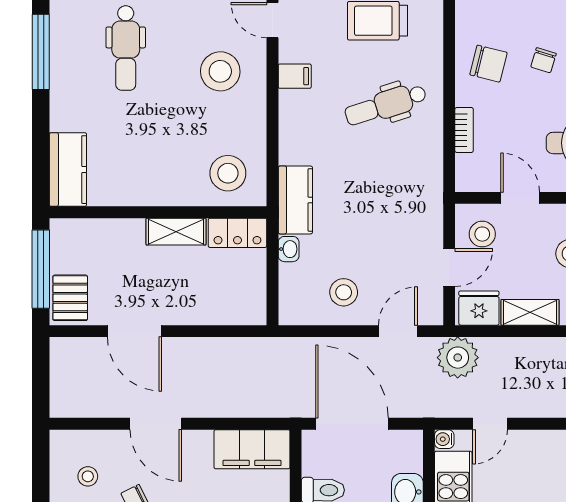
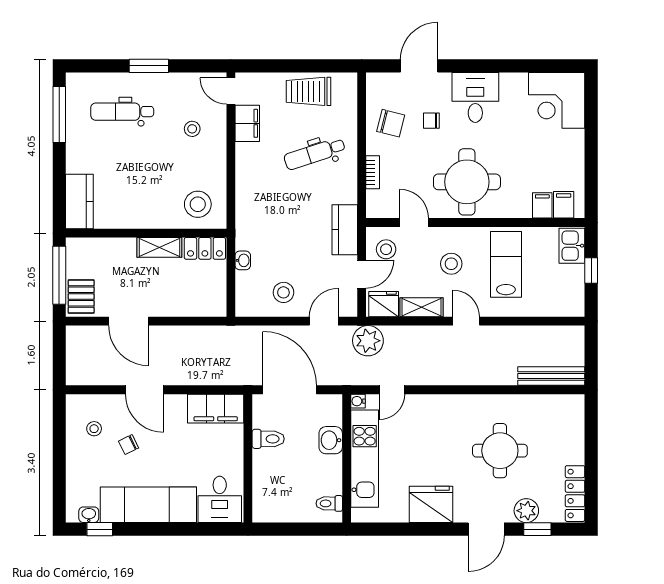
dental chair: (126, 48) -> (122, 112), turned 90
chair: (543, 60) -> (431, 121), turned 73
stool: (220, 71) -> (192, 129), width x0.53, depth x0.53
filing cabinet: (295, 76) -> (247, 123), width x2.00
kitchen counter: (295, 200) -> (345, 230), moved, turned 180

